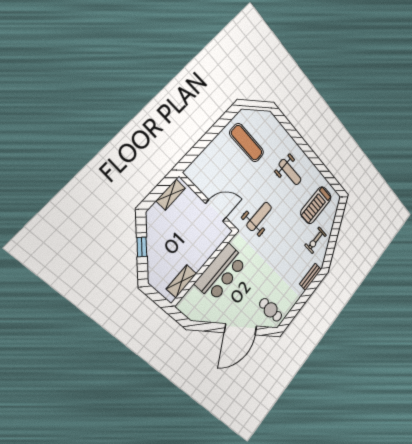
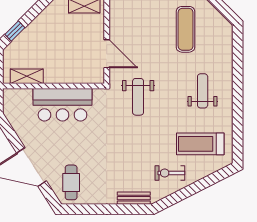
weight bench: (290, 172) -> (203, 91), turned 180
weight bench: (259, 216) -> (138, 97), turned 90
window: (142, 247) -> (15, 31), moved

